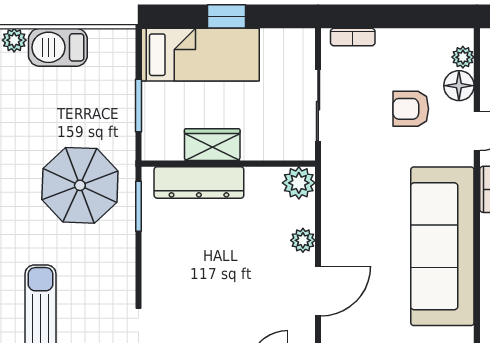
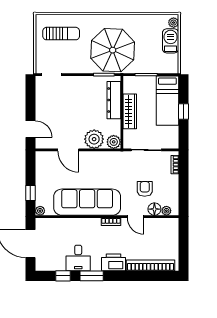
wardrobe: (212, 145) -> (130, 111), width x1.50
parasol: (80, 185) -> (113, 50), width x1.36, depth x1.36
plant: (303, 240) -> (94, 139), width x1.88, depth x1.88

